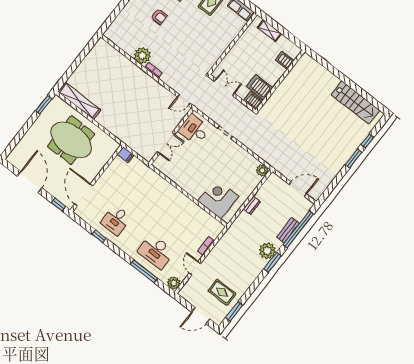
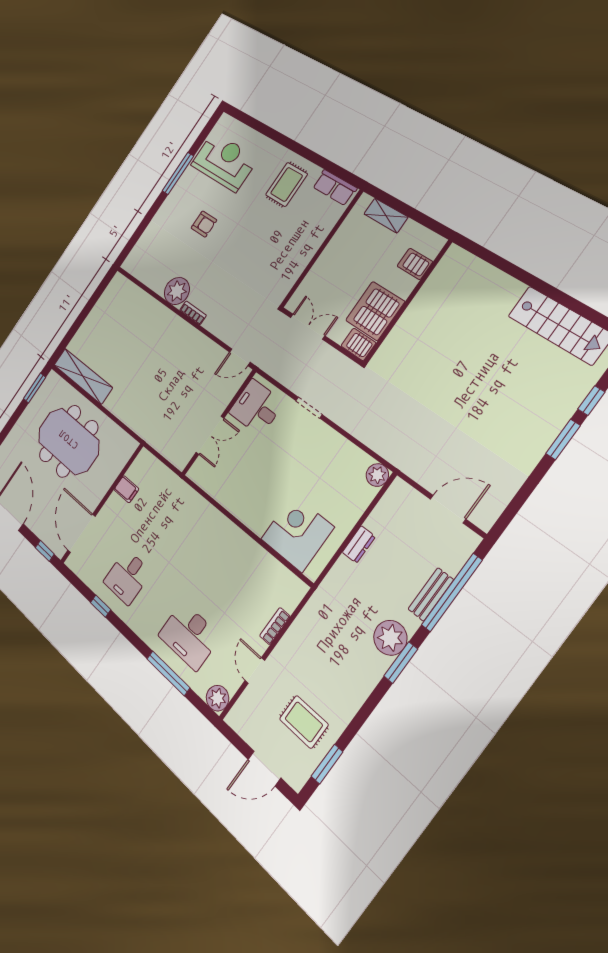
server rack: (260, 87) -> (375, 311), width x1.60
filing cabinet: (126, 155) -> (126, 489), moved

